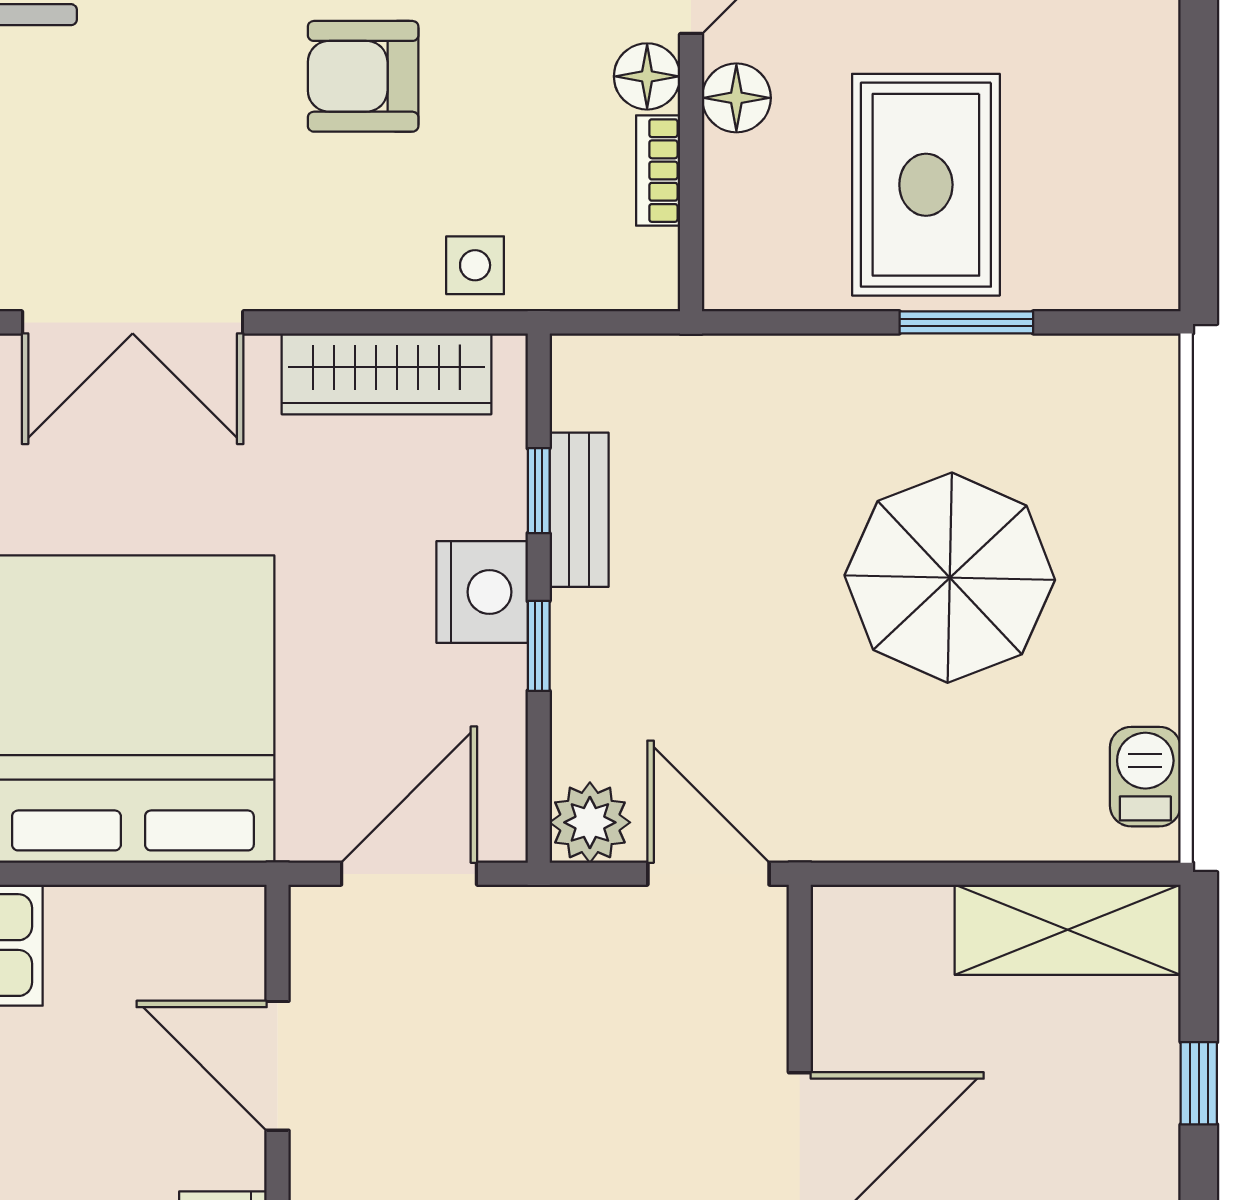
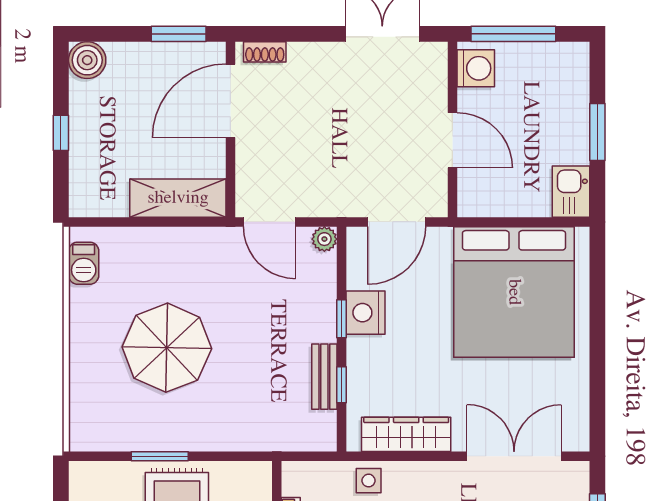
nightstand: (482, 592) -> (366, 313), moved
plant: (590, 822) -> (324, 239), width x0.73, depth x0.73
shelving: (1068, 930) -> (178, 198), moved

